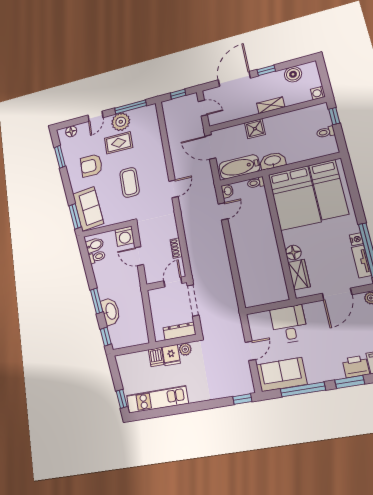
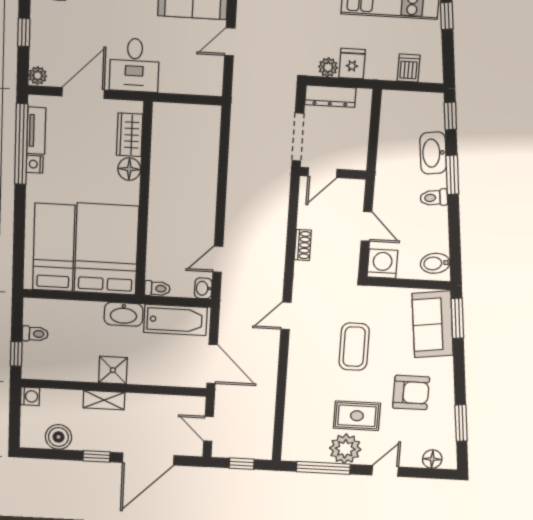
shower: (255, 129) -> (113, 370), moved
shoe rack: (176, 248) -> (303, 245), moved
toilet: (97, 257) -> (434, 198), moved
desk: (289, 324) -> (134, 65), moved
dishwasher: (156, 357) -> (409, 68), moved

